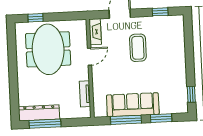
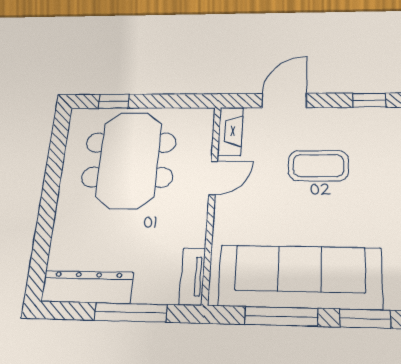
coffee table: (138, 48) -> (318, 166), turned 90
tv unit: (85, 94) -> (192, 276), moved
sofa: (133, 105) -> (300, 277), width x1.36, depth x1.27
window: (45, 124) -> (131, 312), moved

